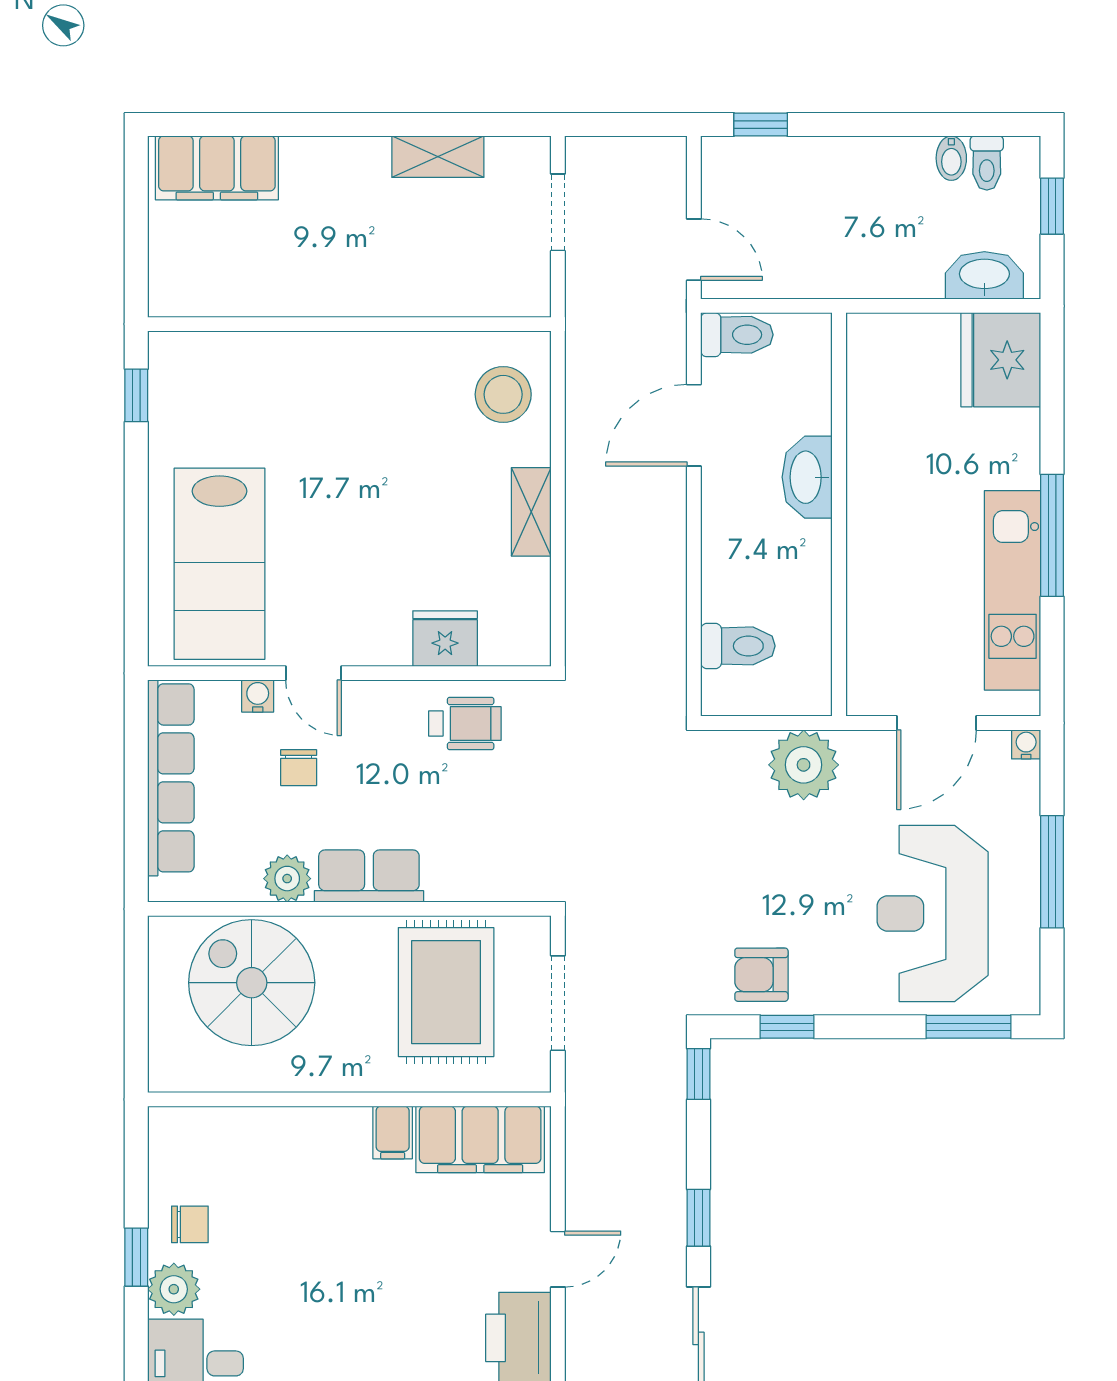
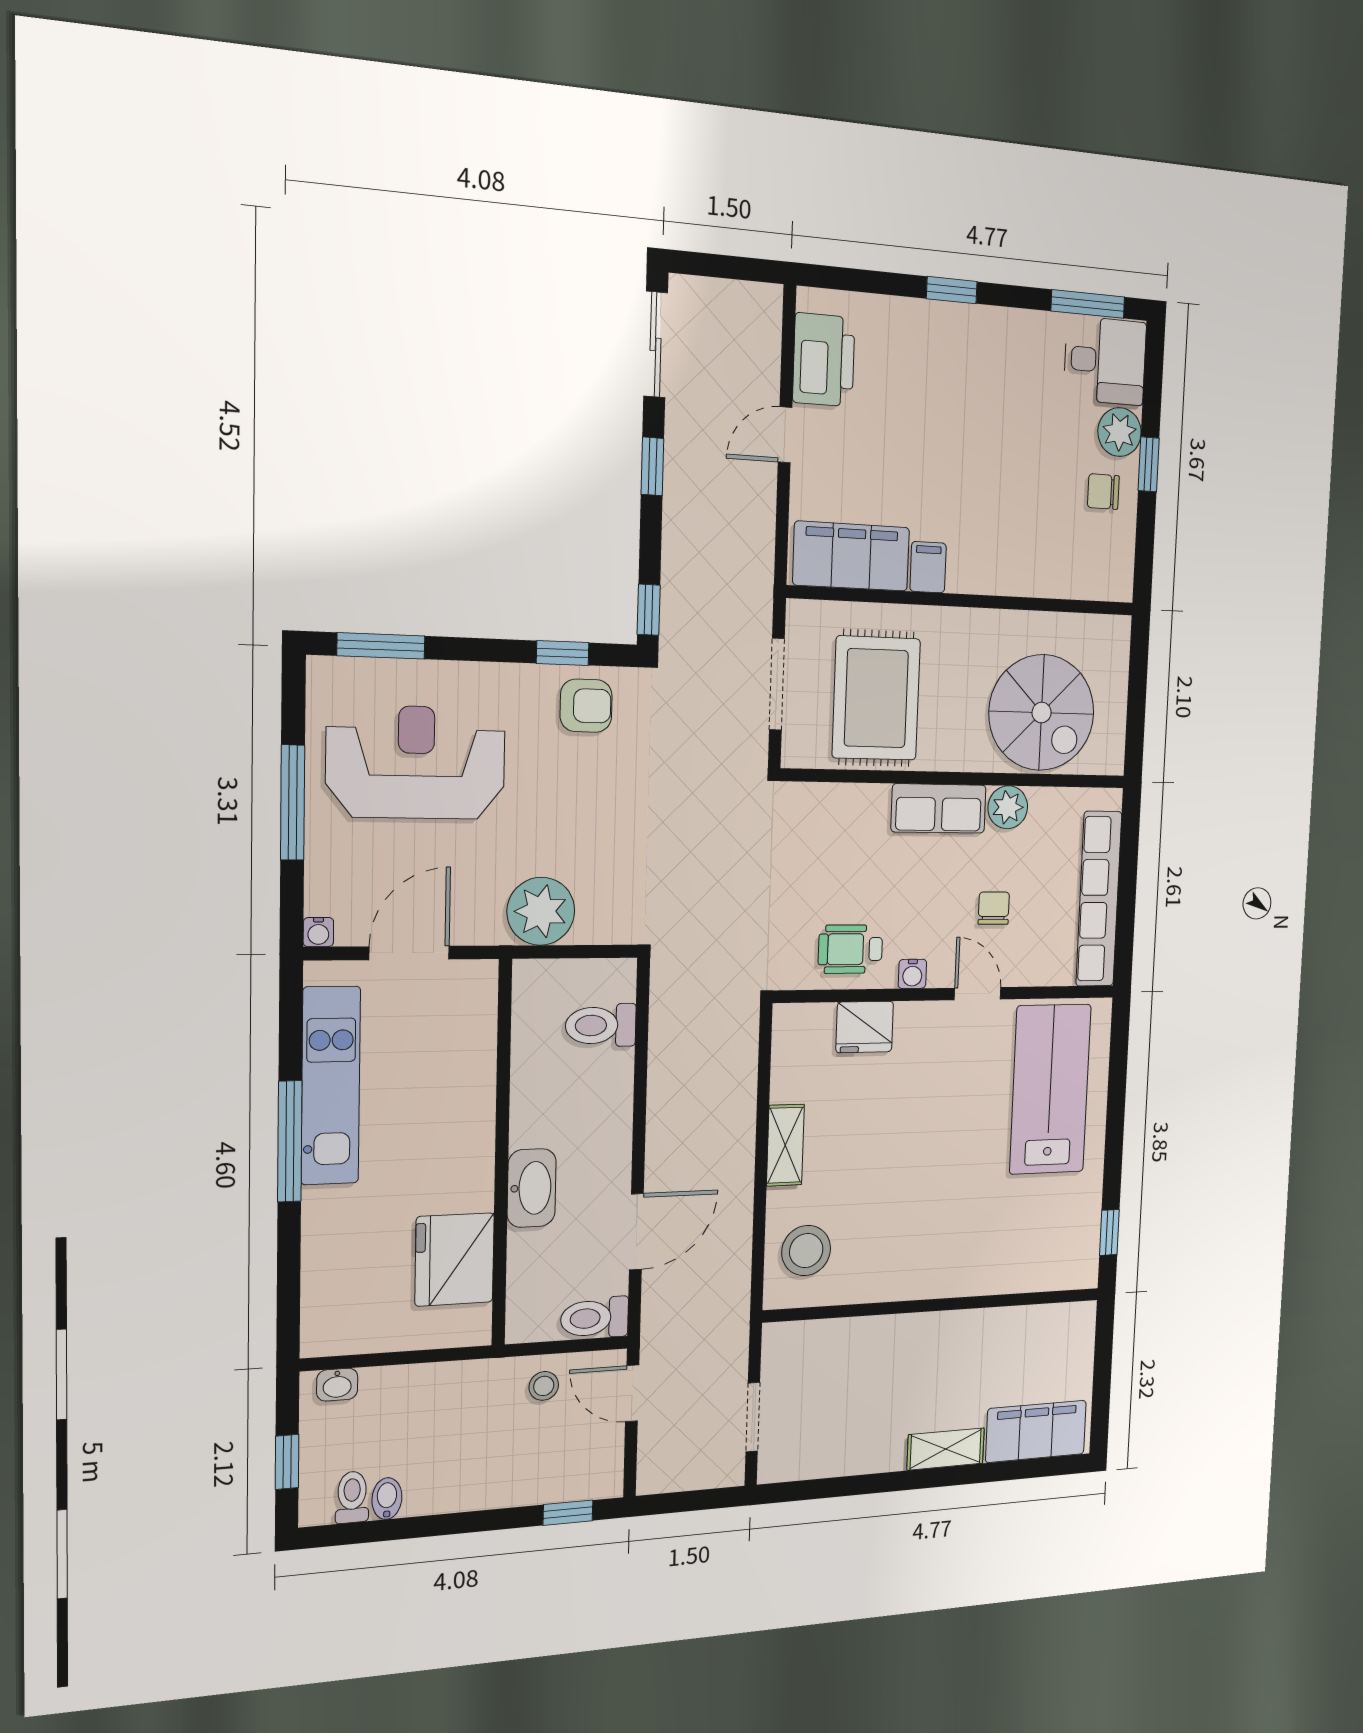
shelving: (438, 157) -> (946, 1449), moved
stool: (790, 265) -> (544, 1386), added
washbasin: (984, 275) -> (337, 1385), width x0.52, depth x0.69
fridge: (1001, 360) -> (455, 1260), moved, turned 180
water cooler: (258, 696) -> (912, 974), moved
reception desk: (933, 914) -> (416, 762), turned -90

